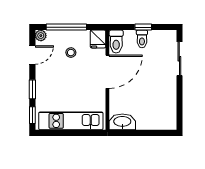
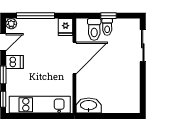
toilet: (116, 42) -> (94, 29), moved
stool: (71, 53) -> (40, 40), removed
dishwasher: (44, 76) -> (15, 62), added

